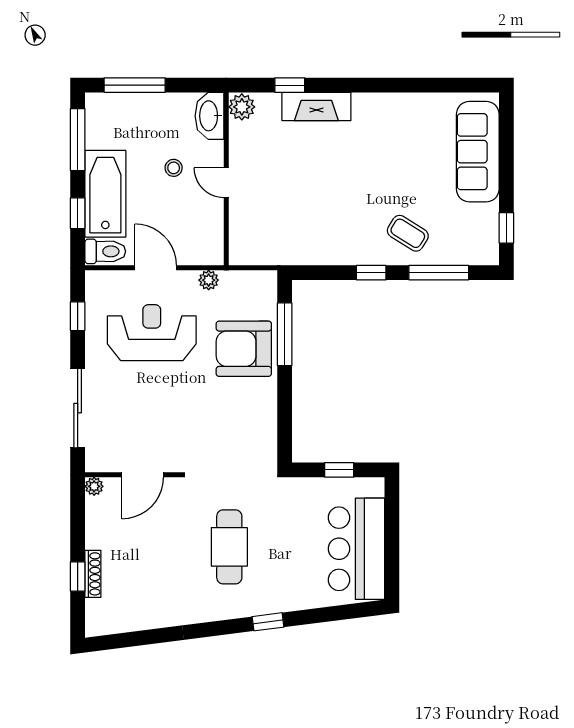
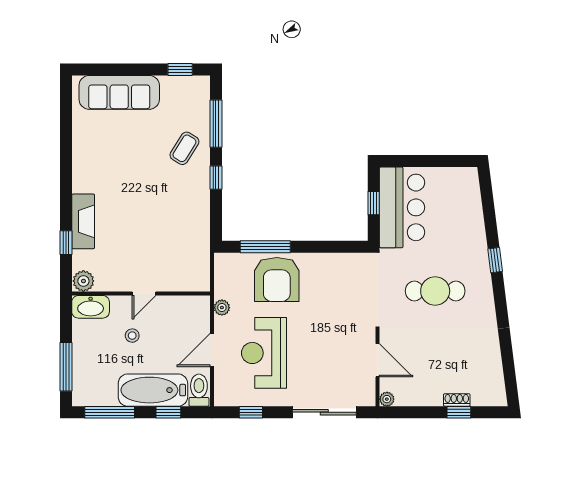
bar counter: (356, 549) -> (402, 207), moved, turned -90
shoe rack: (93, 574) -> (457, 400), width x0.70

